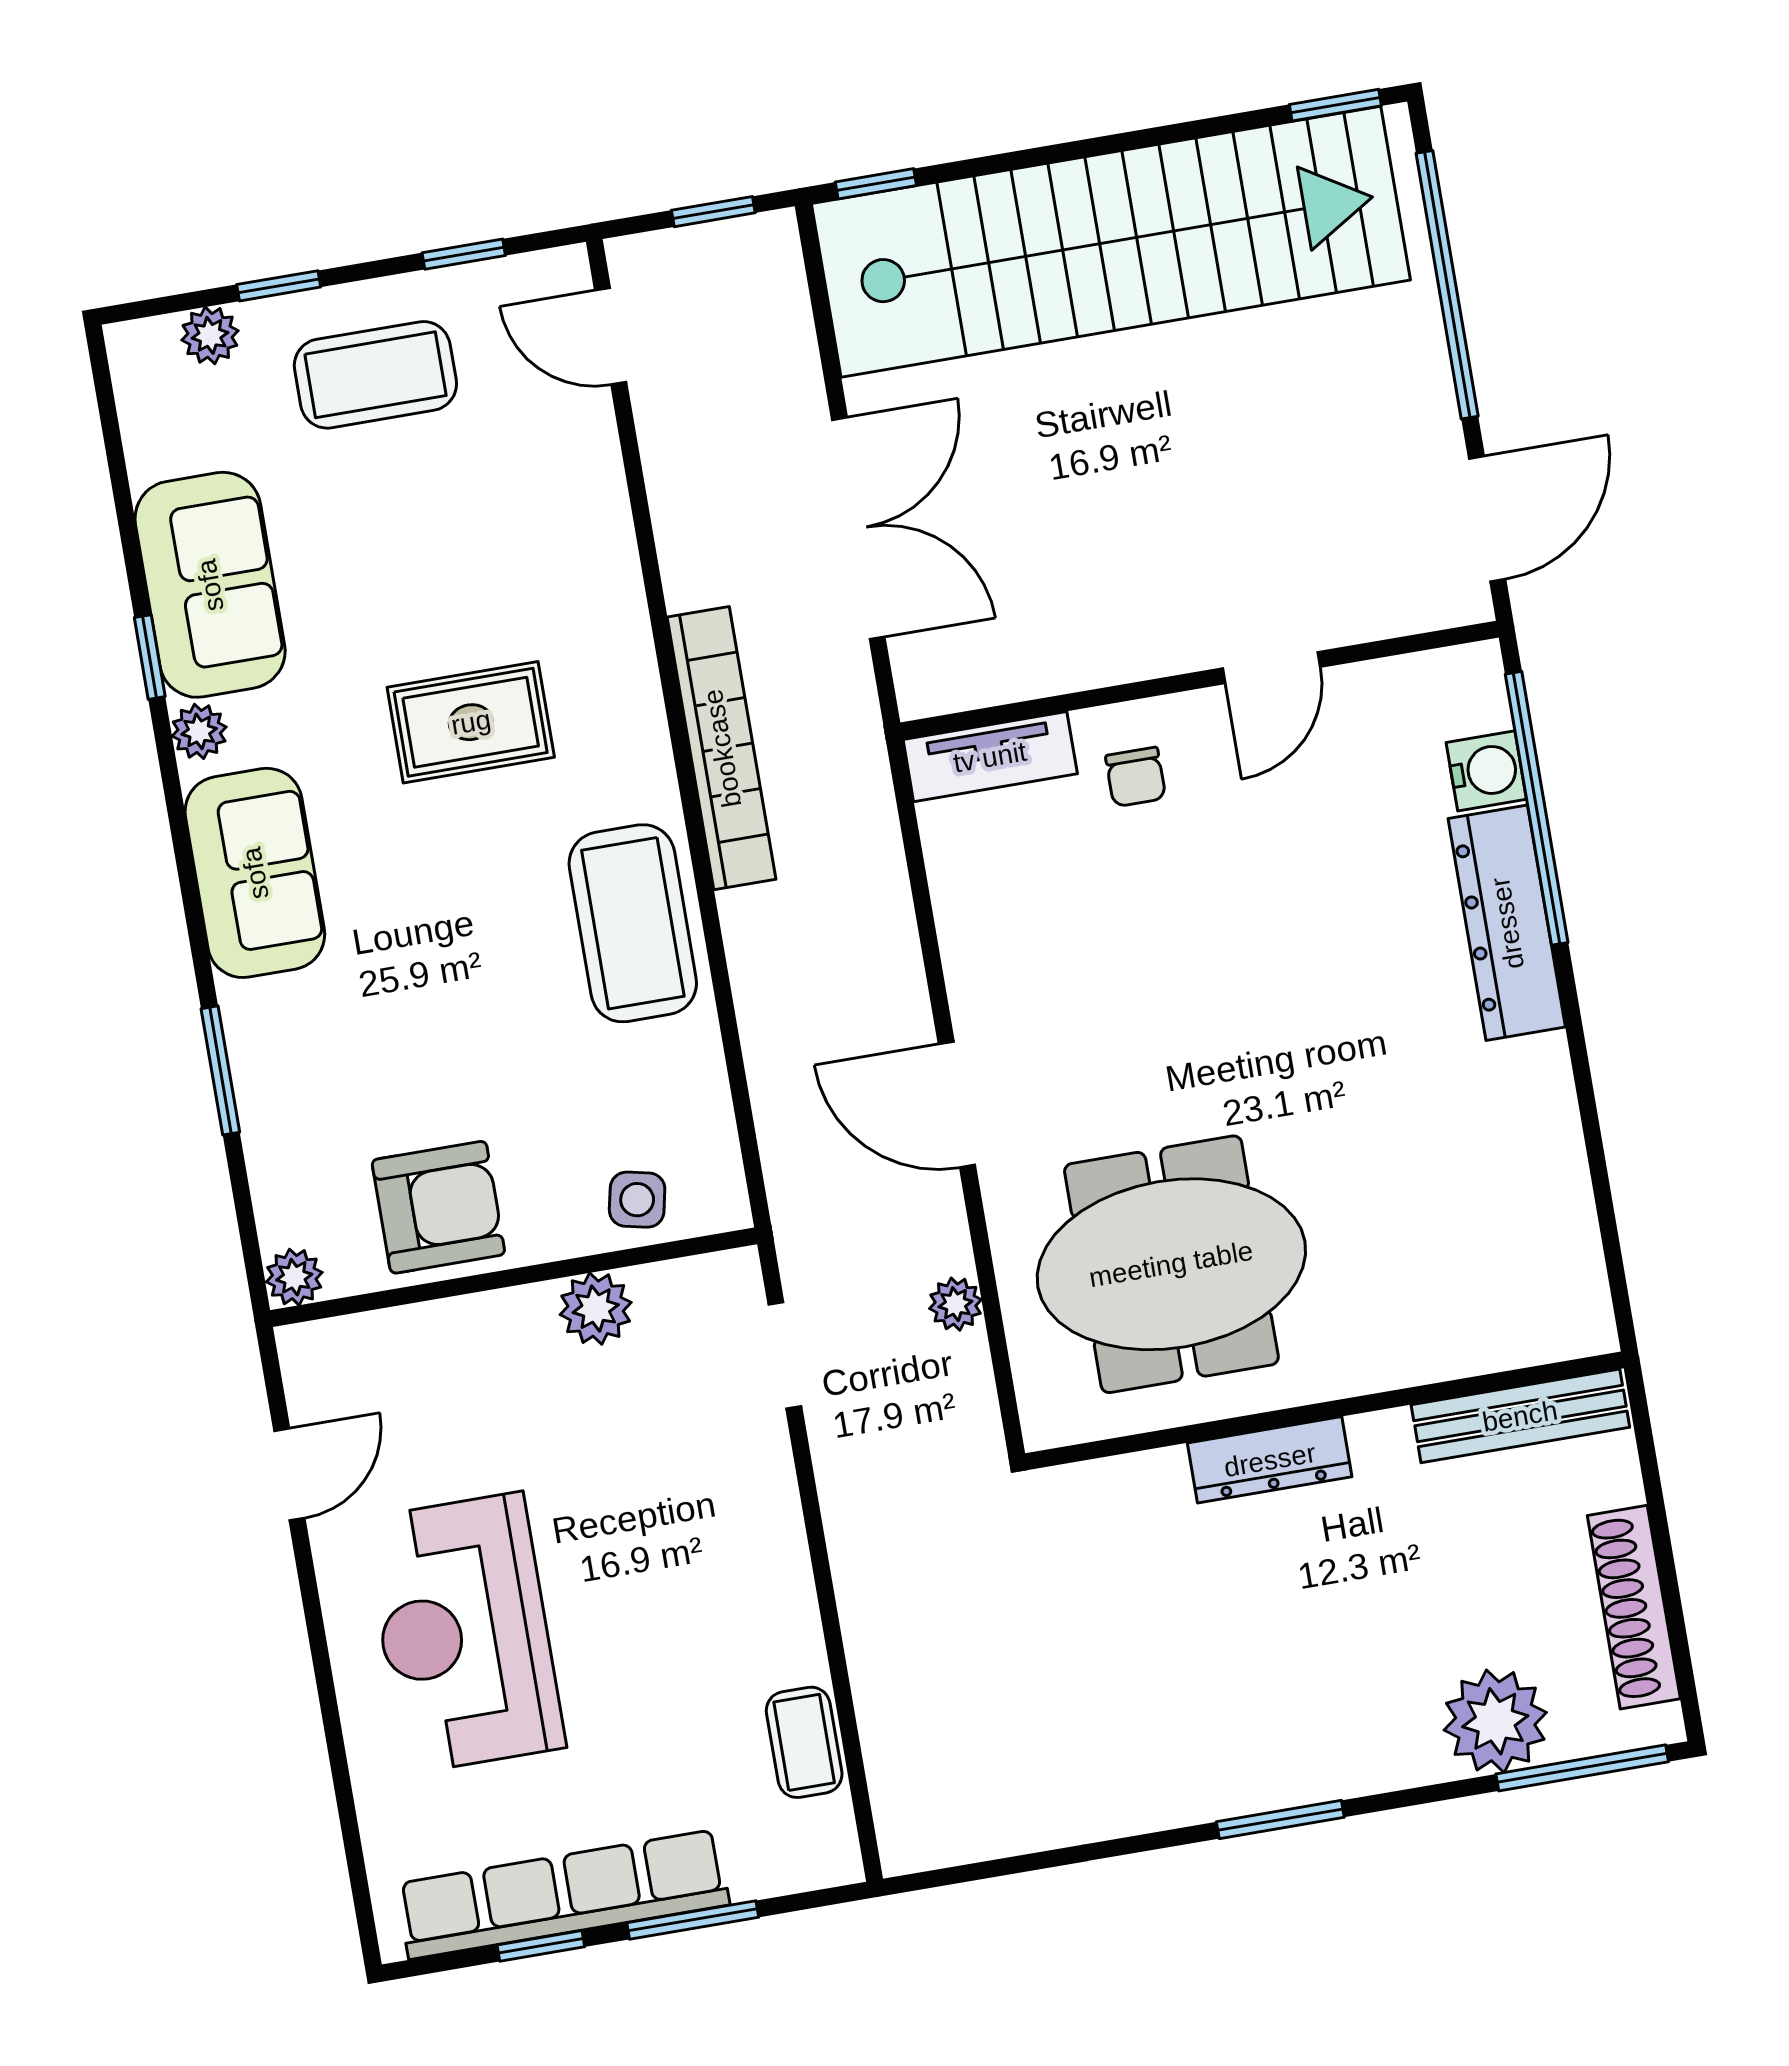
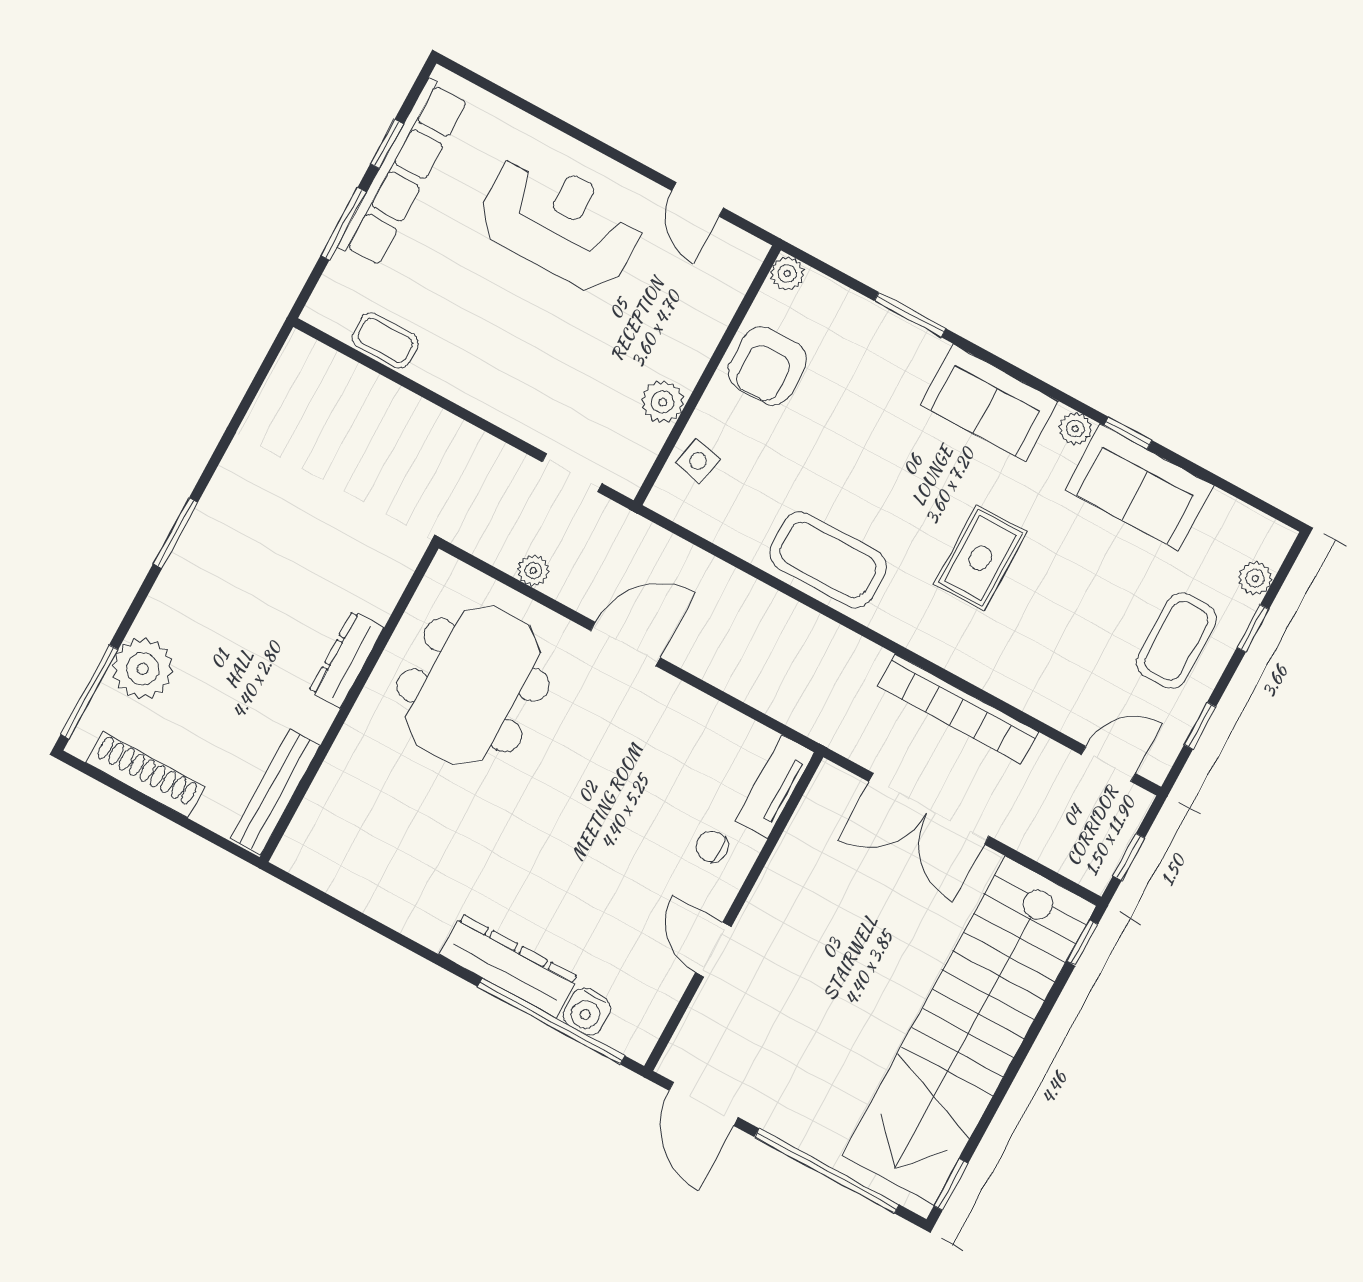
bookcase: (722, 748) -> (958, 709), moved

